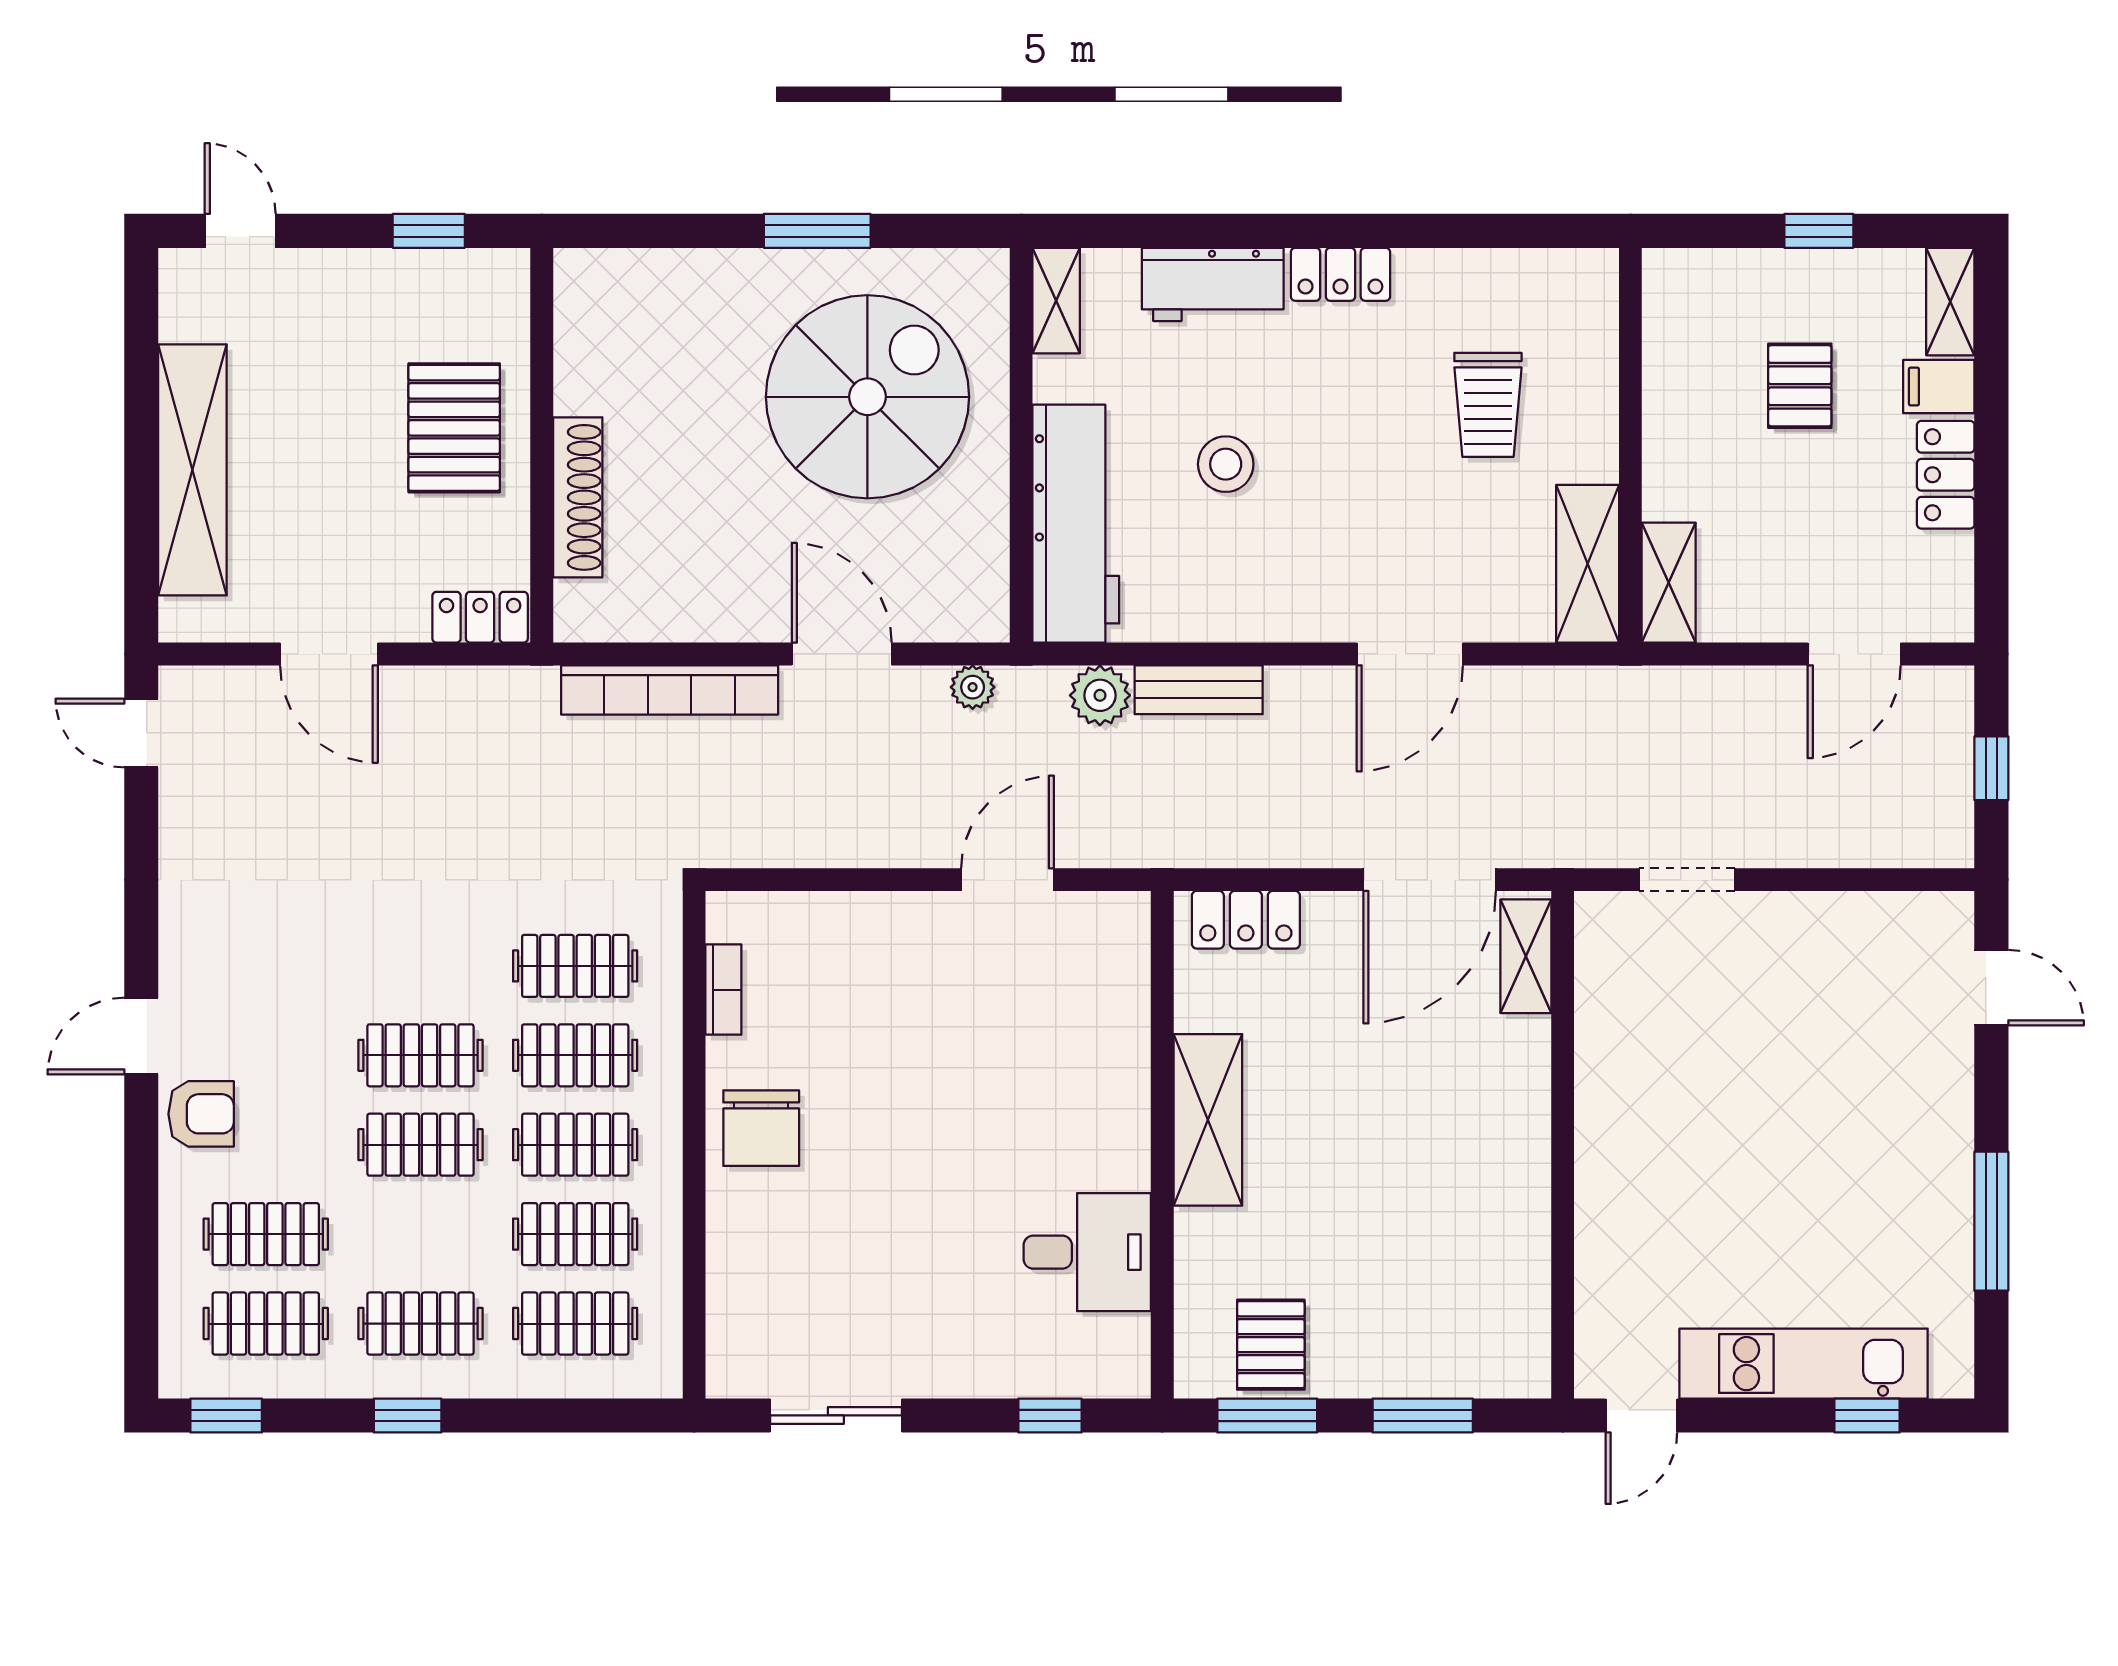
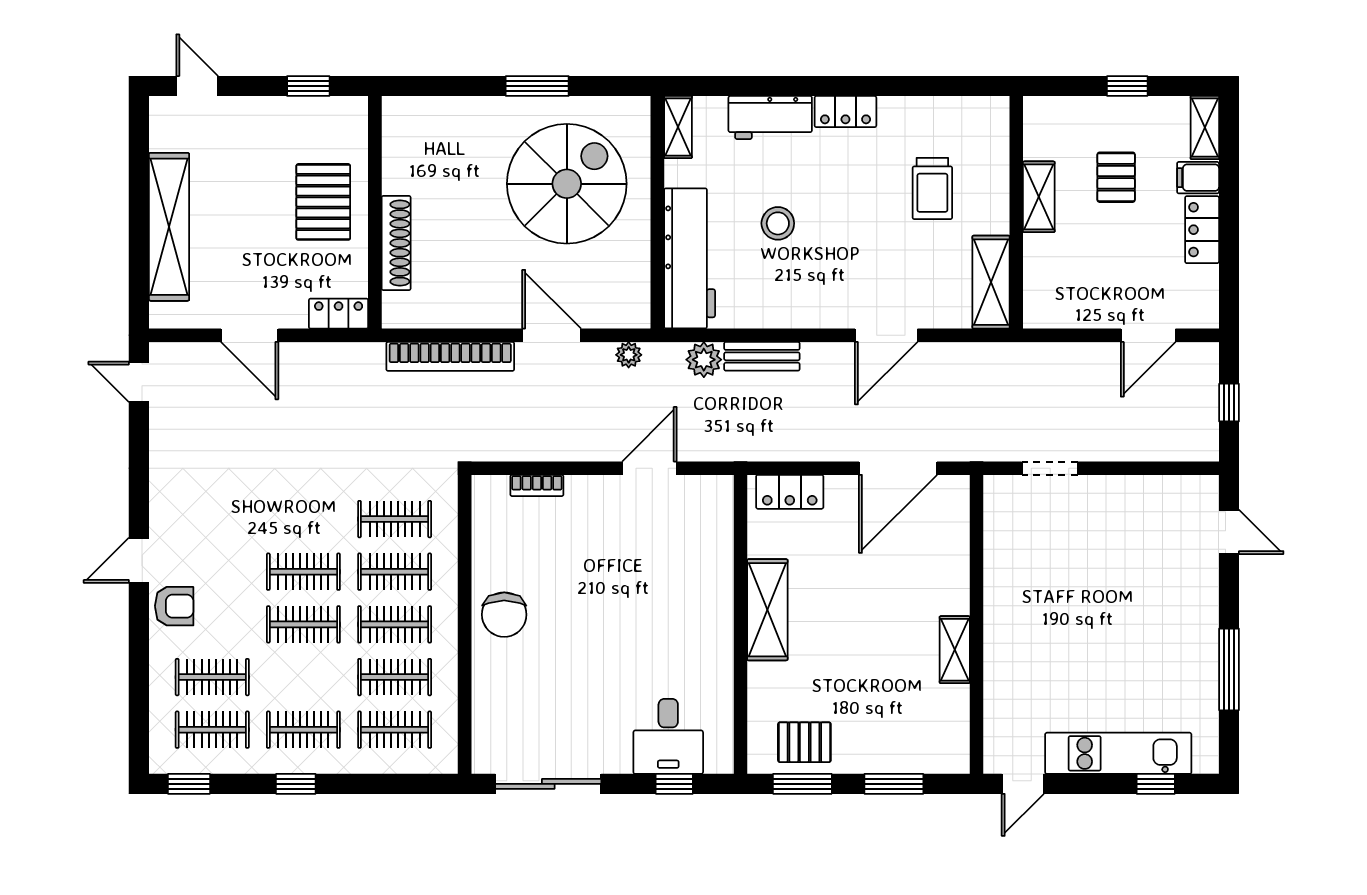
shelving: (1669, 583) -> (1039, 197), moved
shelving: (1526, 956) -> (955, 650), moved
bookcase: (723, 990) -> (537, 485), moved, turned 90
desk: (1087, 1252) -> (668, 736), moved, turned 90
pallet: (1271, 1345) -> (804, 742), turned 90
sliding door: (836, 1415) -> (548, 784), width x1.37

